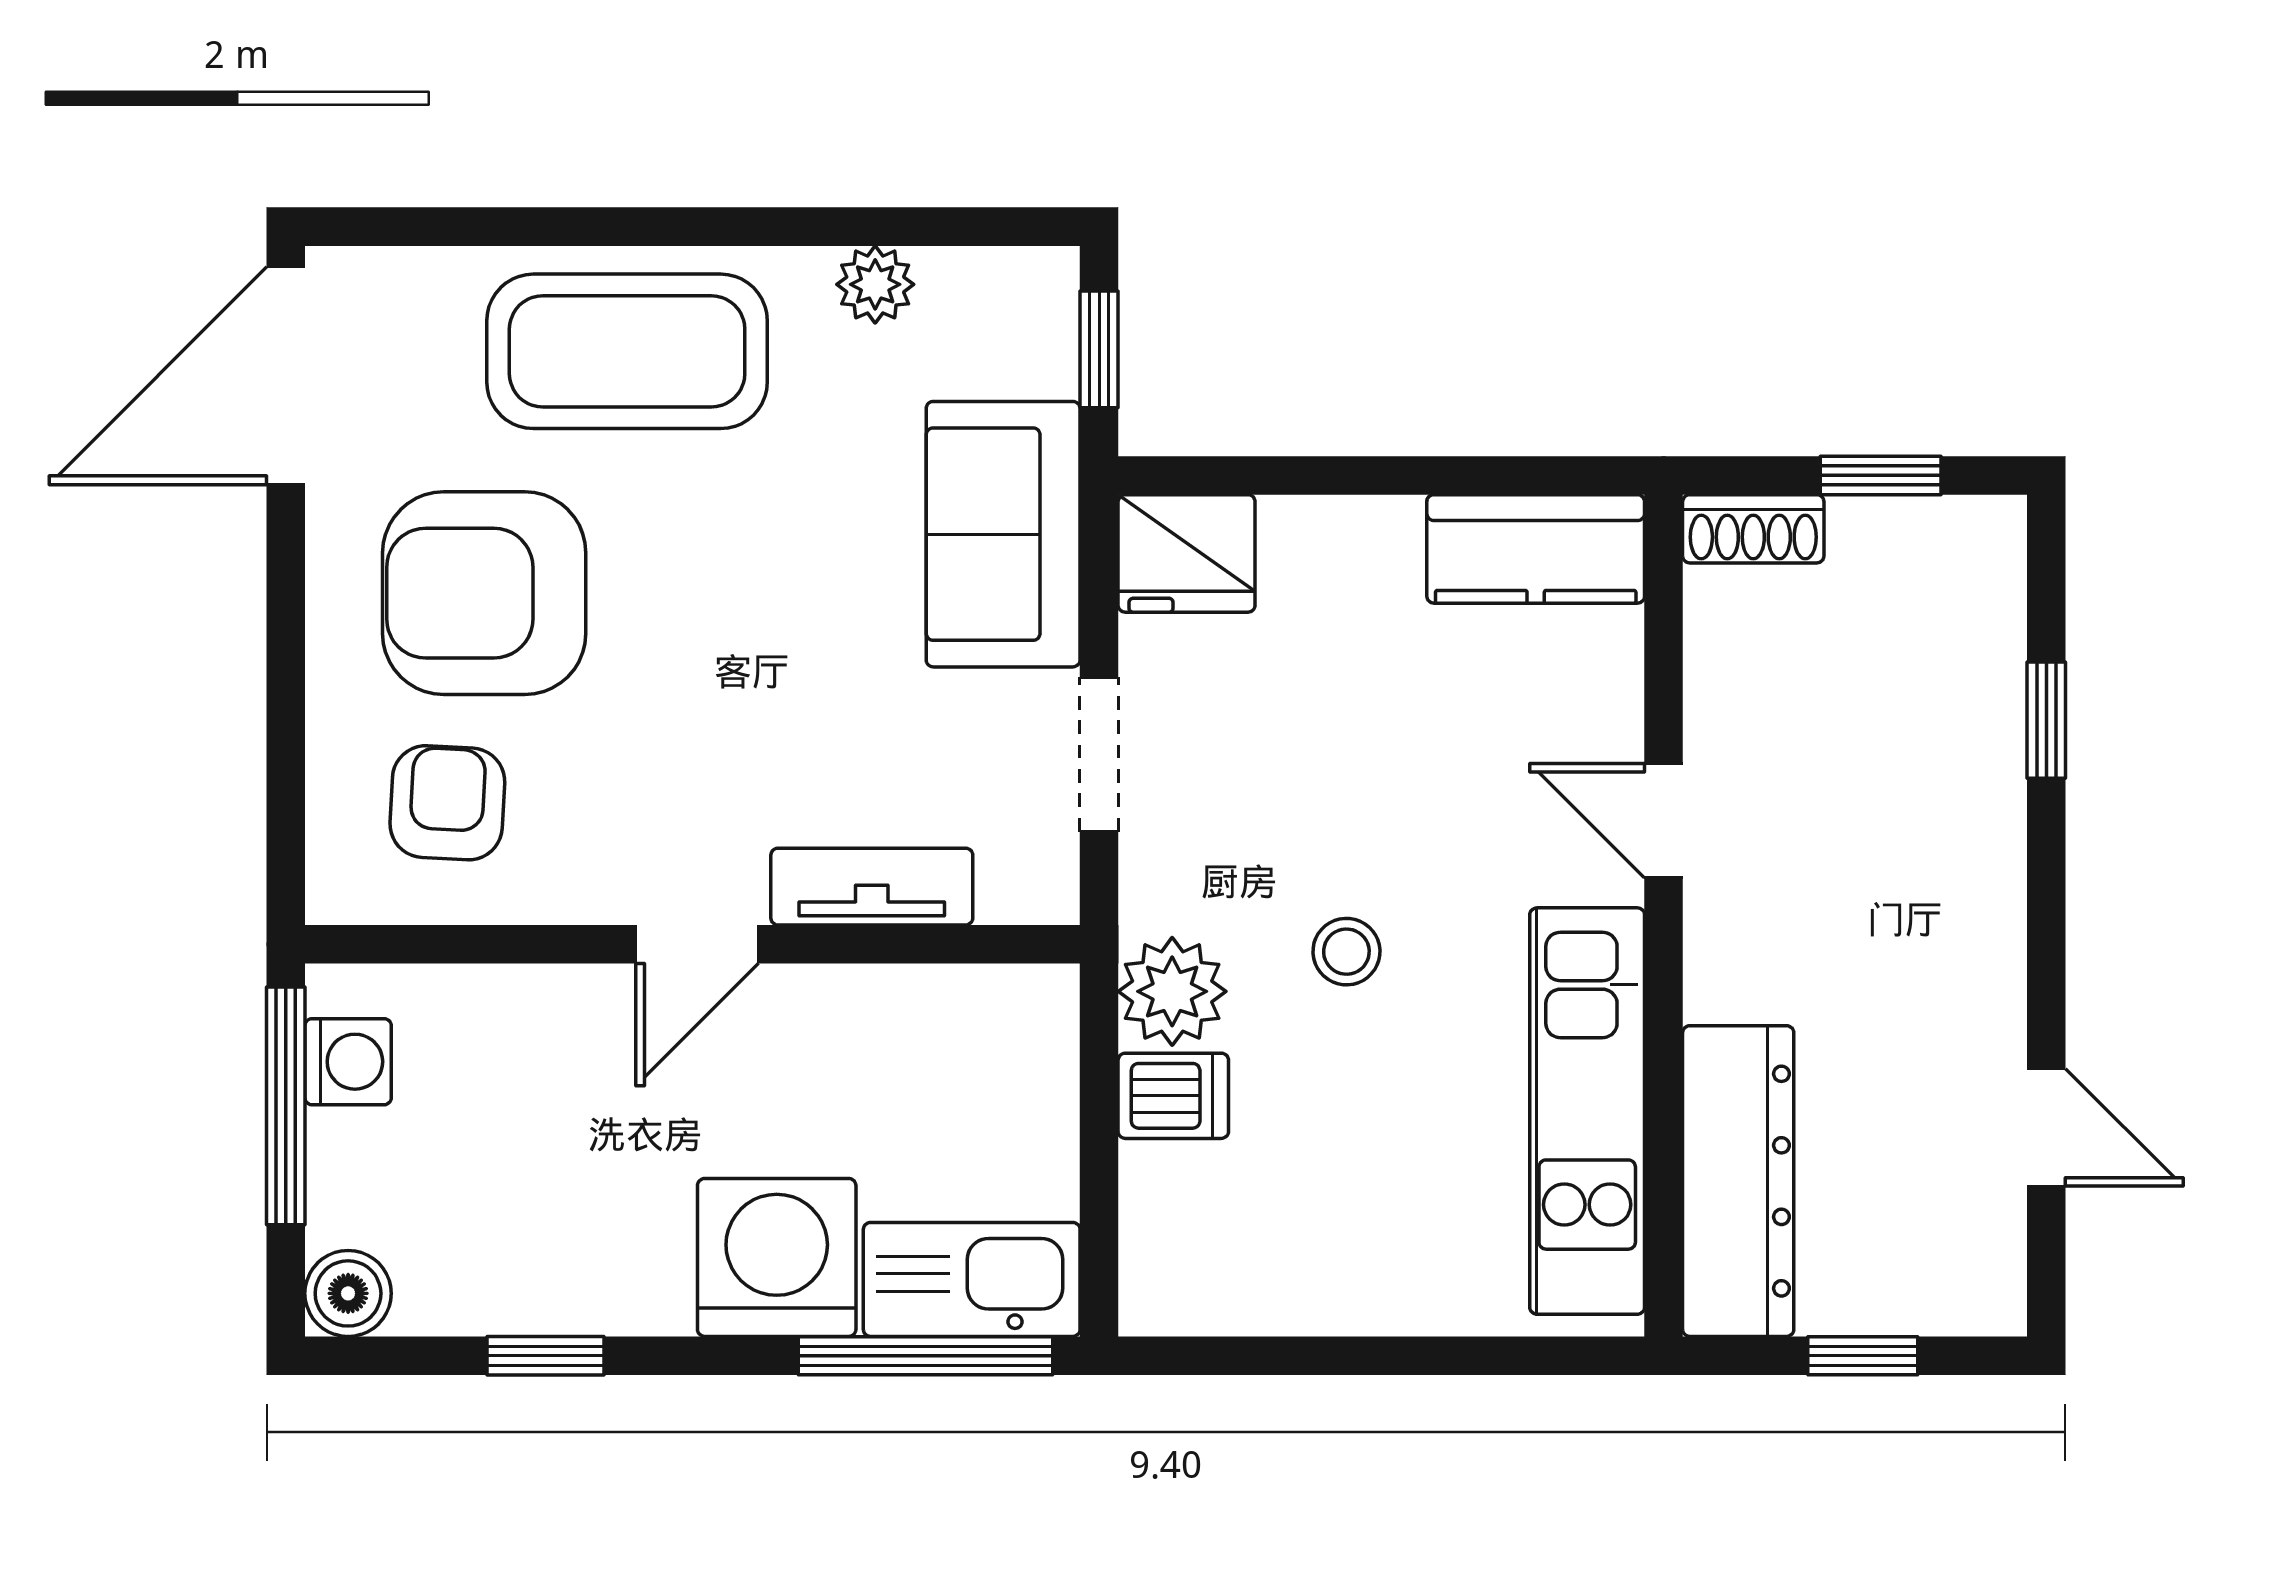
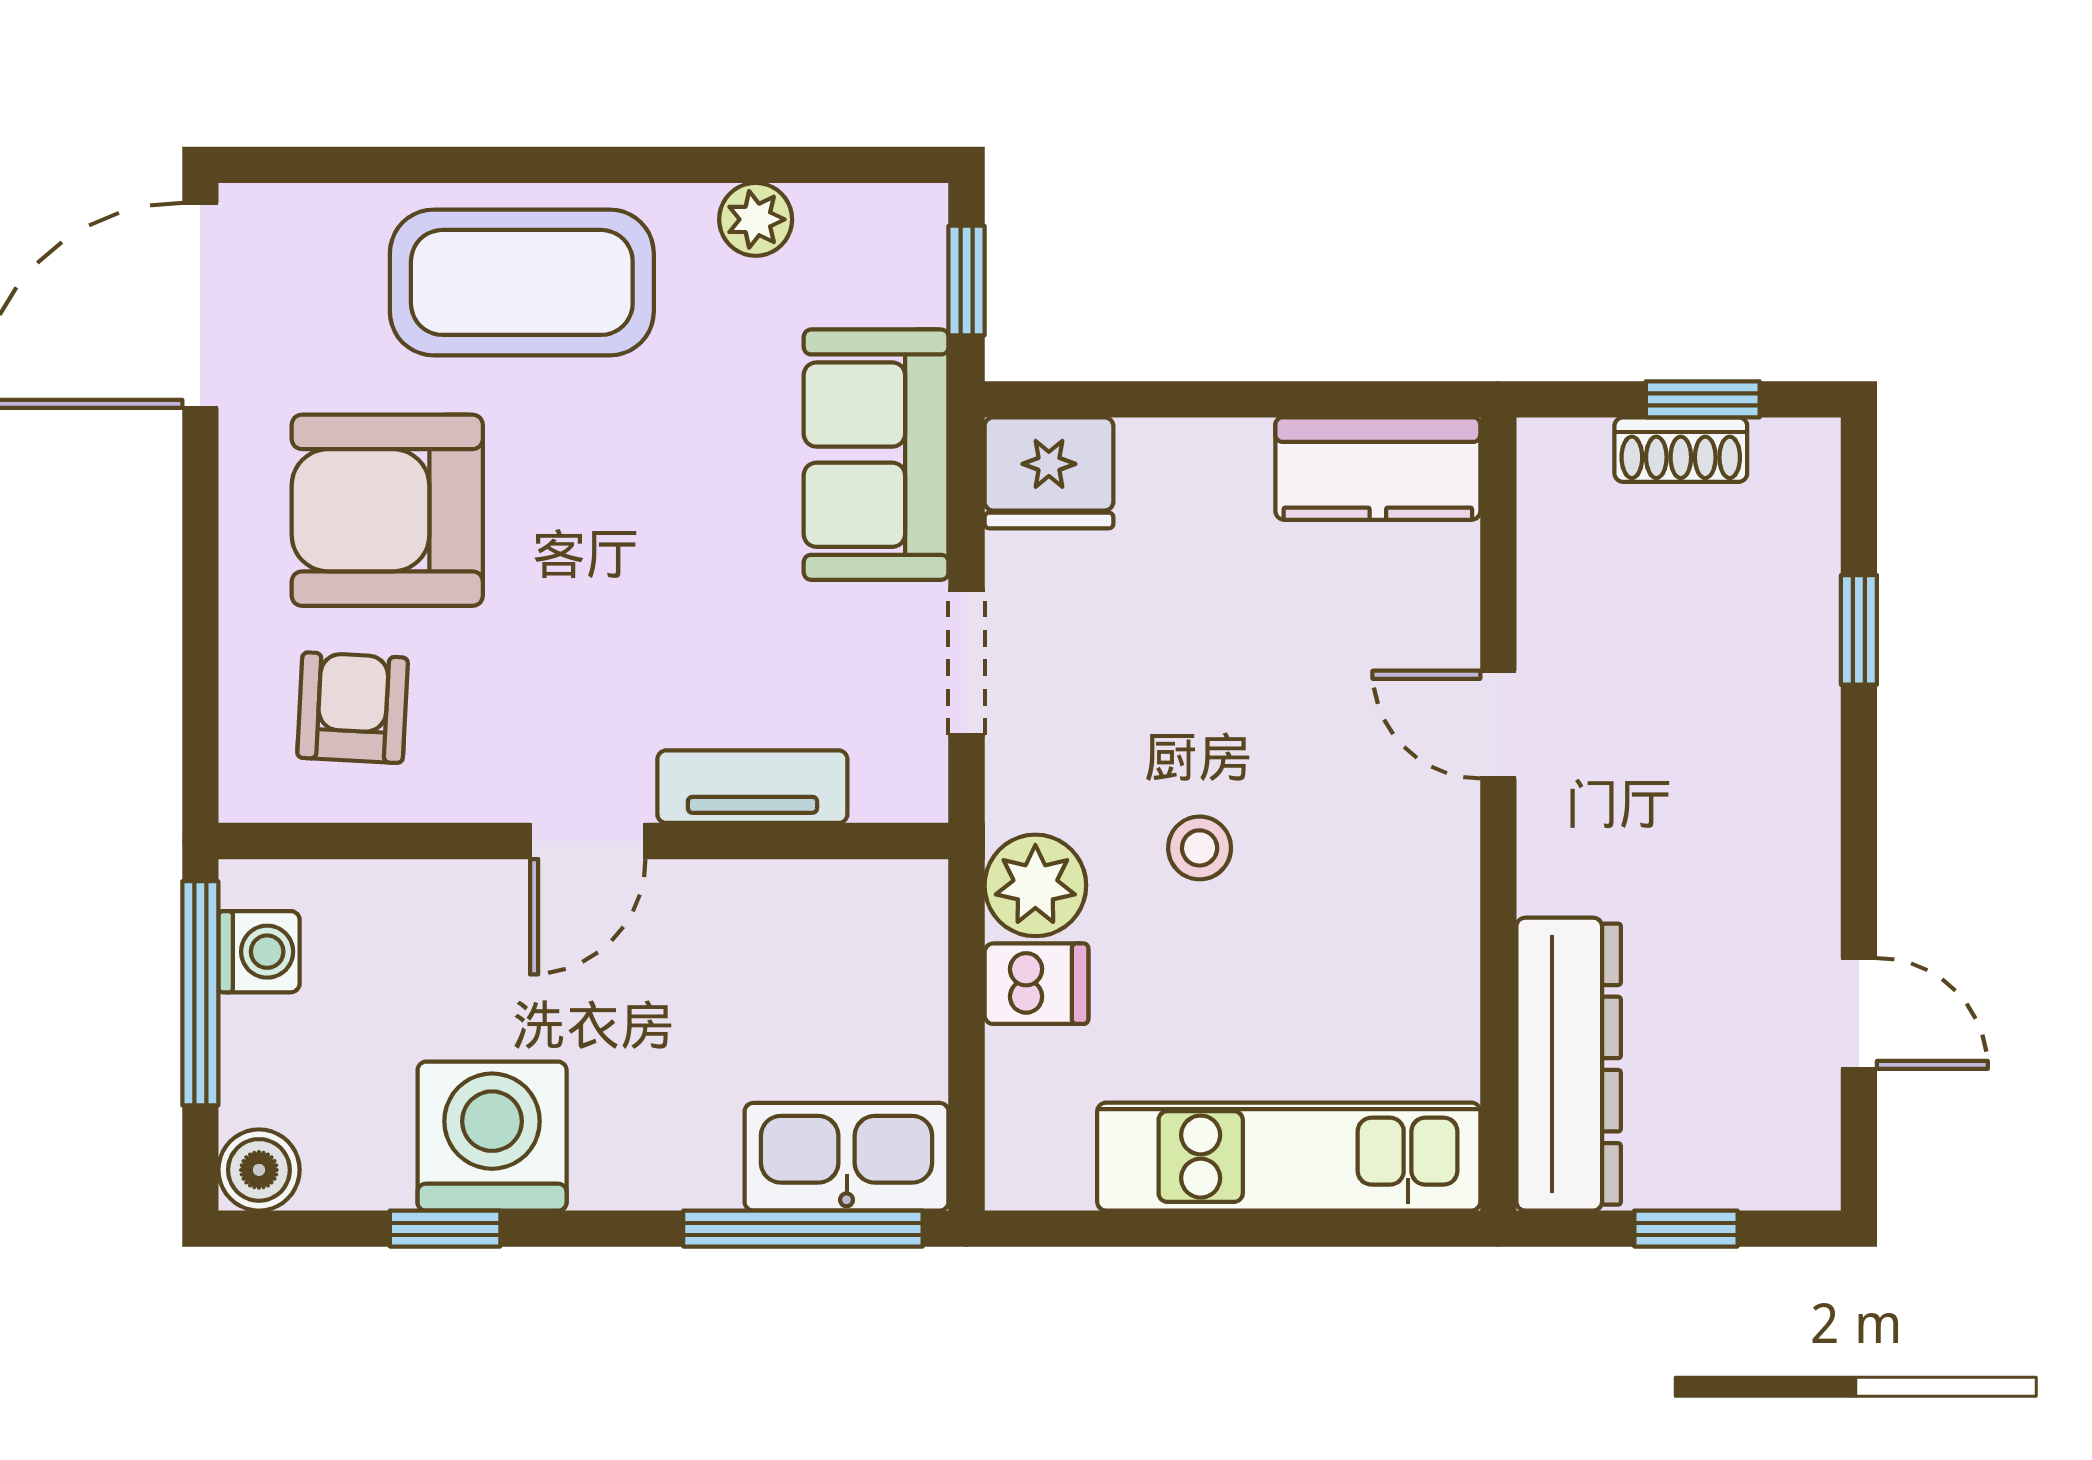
shoe rack: (1753, 529) -> (1681, 450), moved
kitchen unit: (1587, 1111) -> (1289, 1157), moved, turned 90
washing machine: (777, 1257) -> (492, 1136), moved

